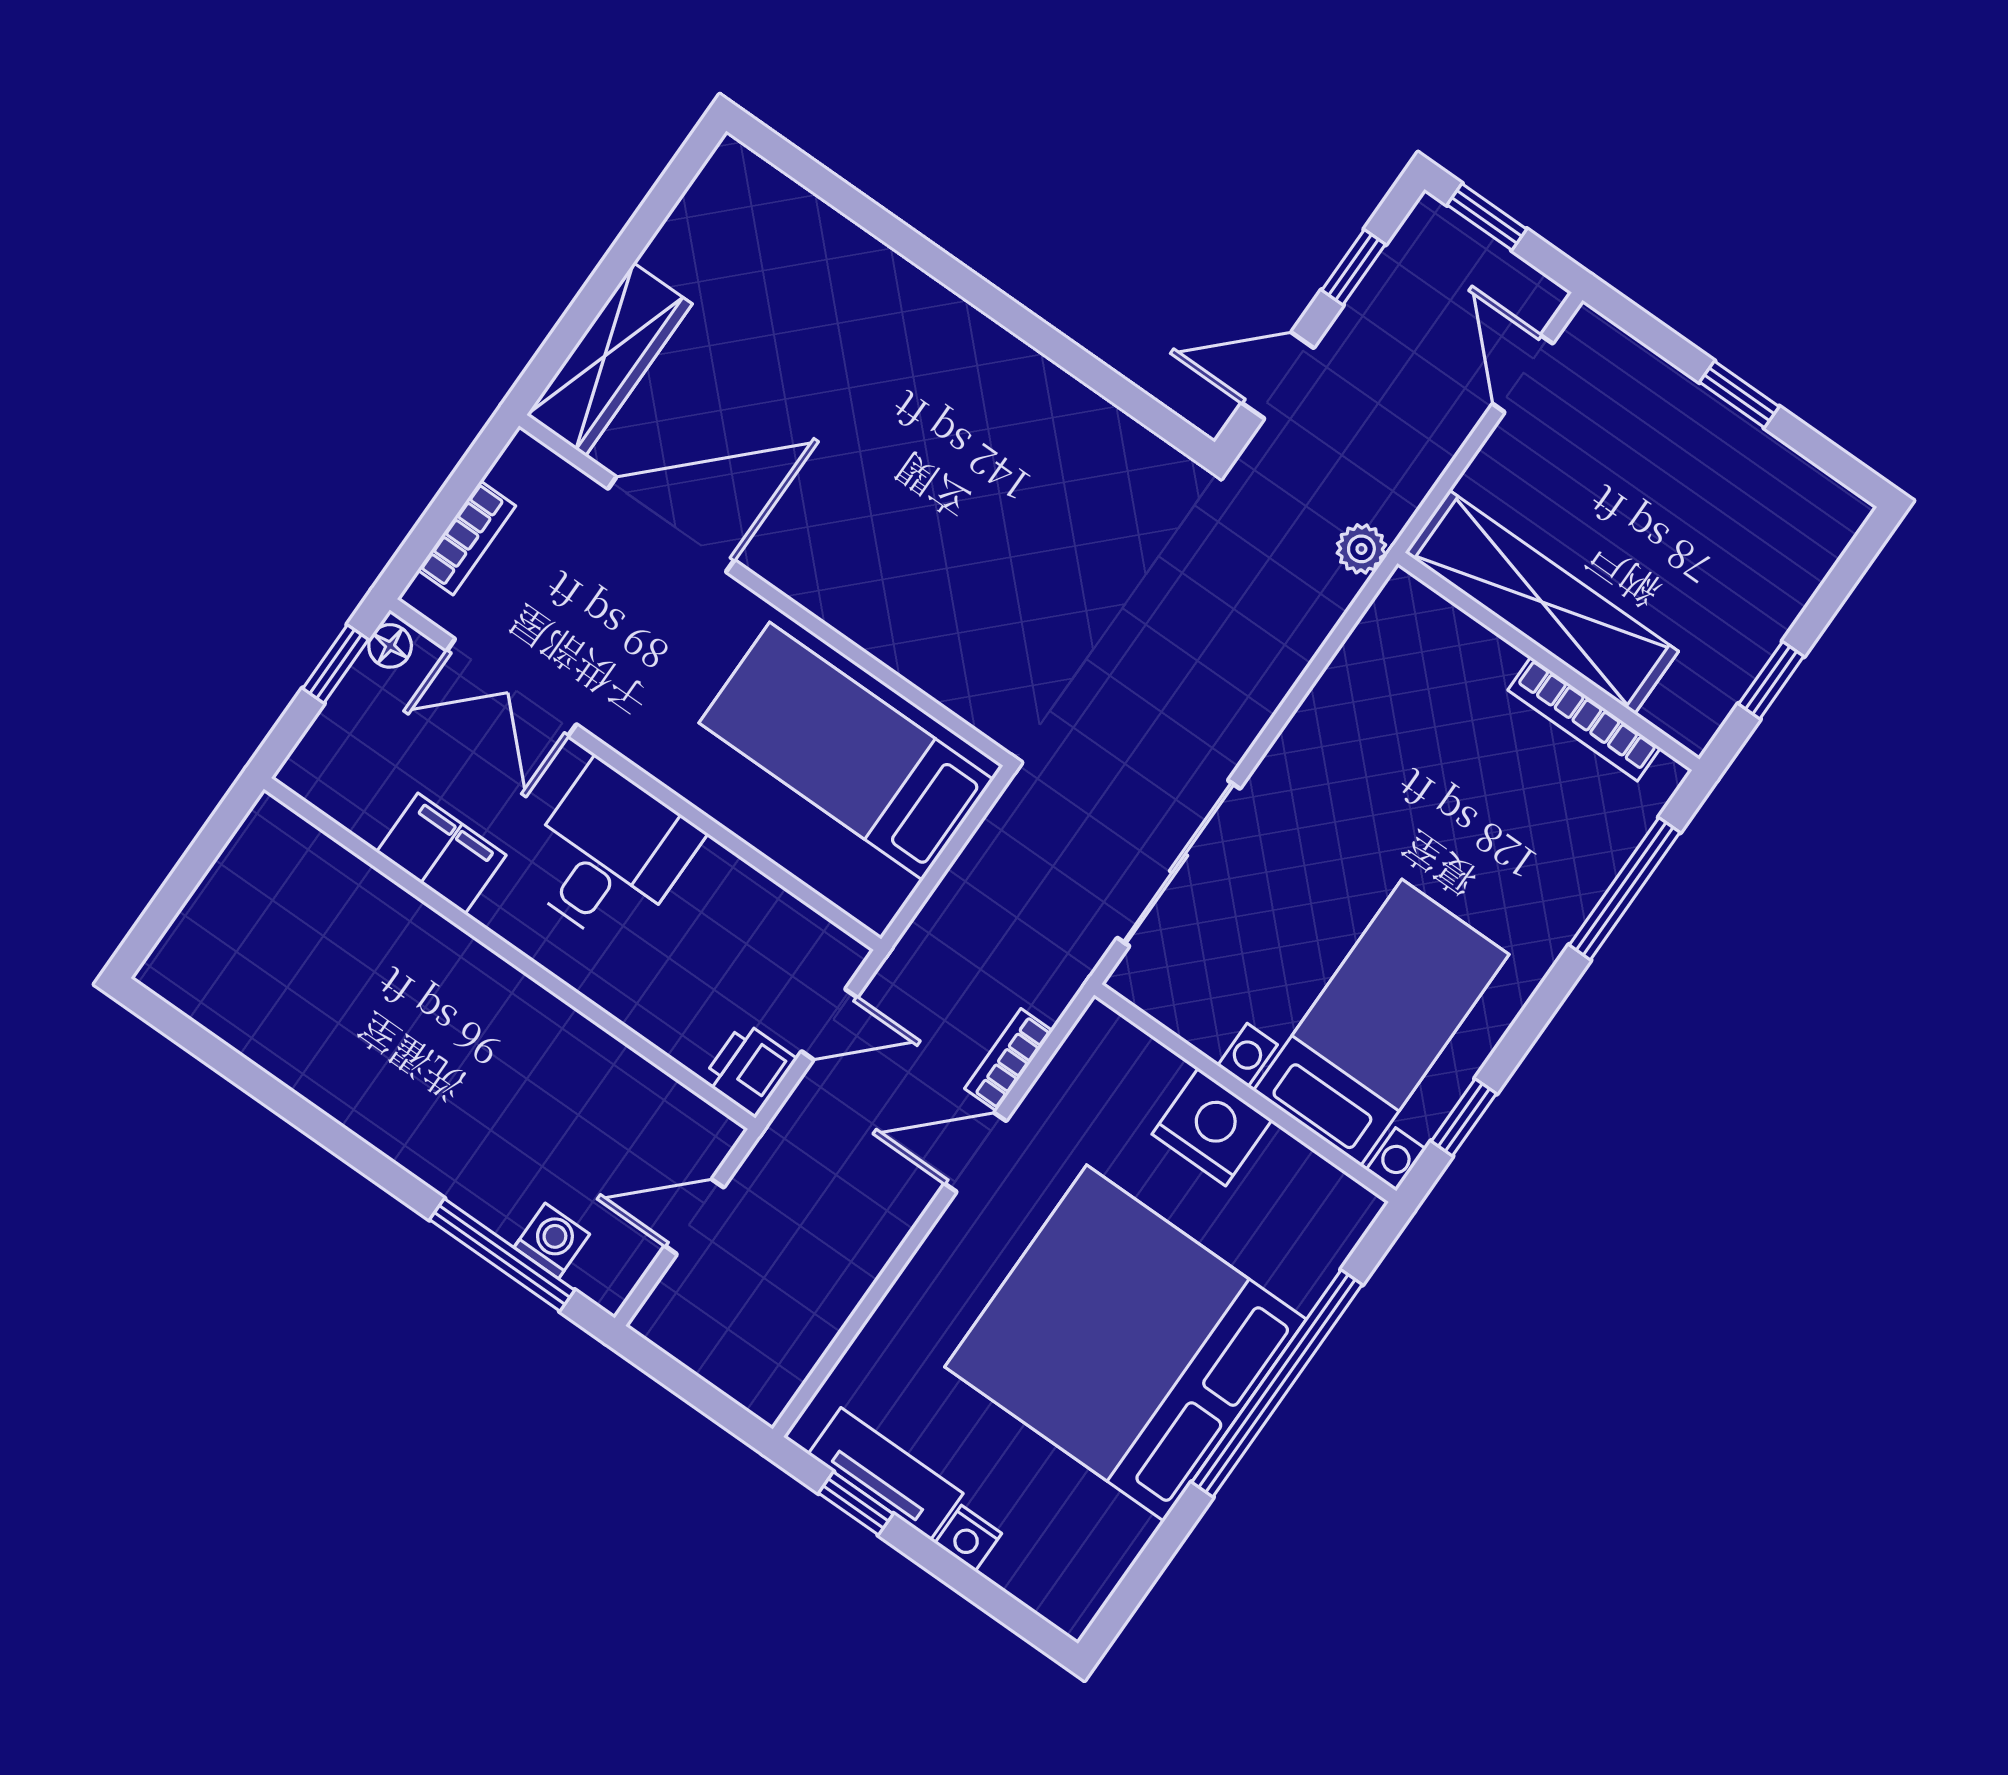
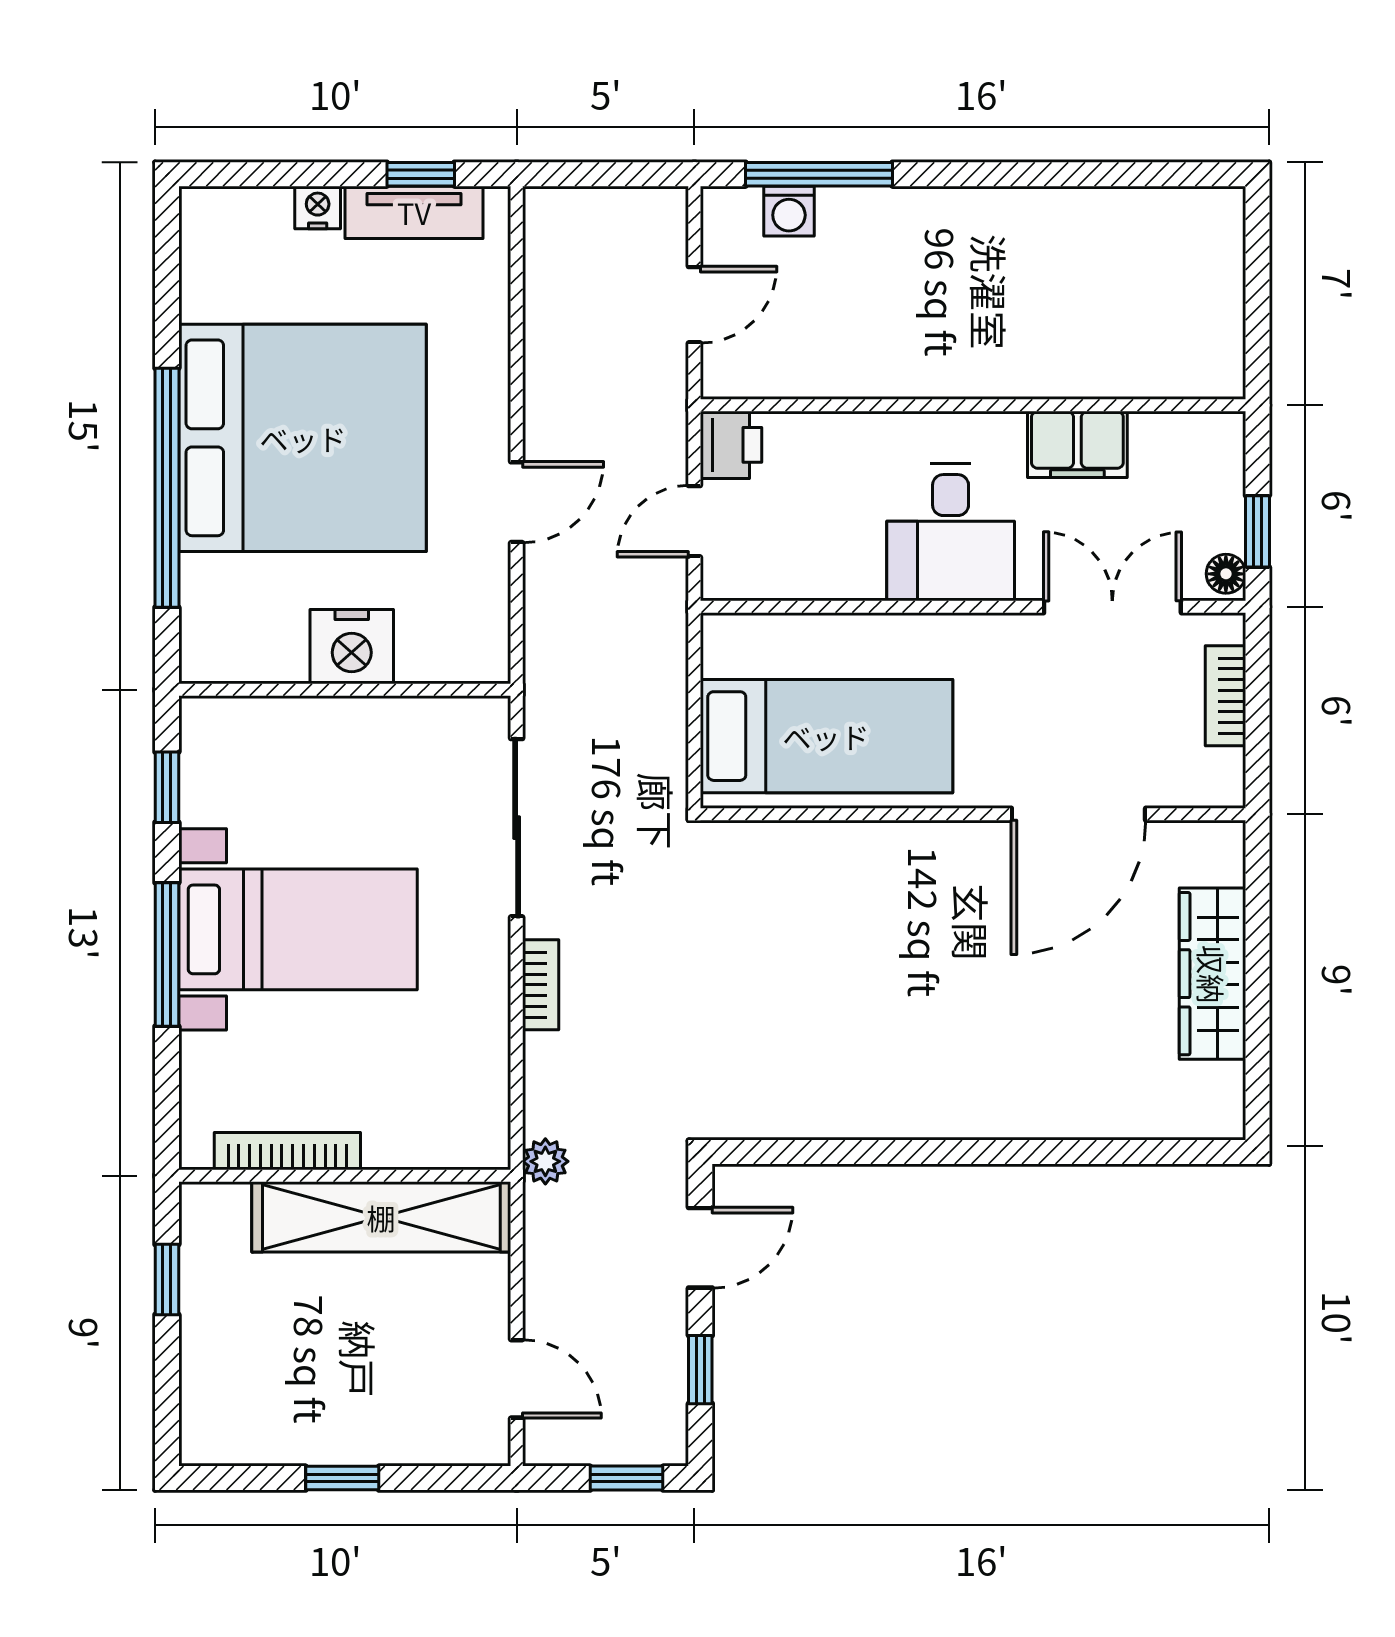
wardrobe: (609, 359) -> (1212, 974), moved
window: (1625, 889) -> (167, 955), moved
bed with nightstands: (1381, 1023) -> (298, 929), moved, turned -90
bookcase: (1009, 1060) -> (541, 985), moved

